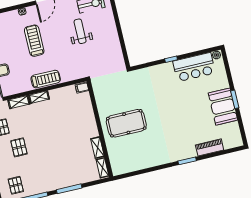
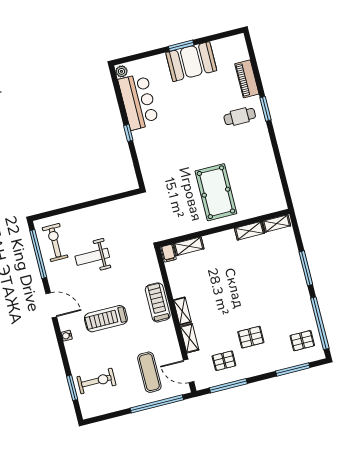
shelving: (87, 103) -> (189, 246), added
cafe table: (182, 142) -> (240, 117), added

